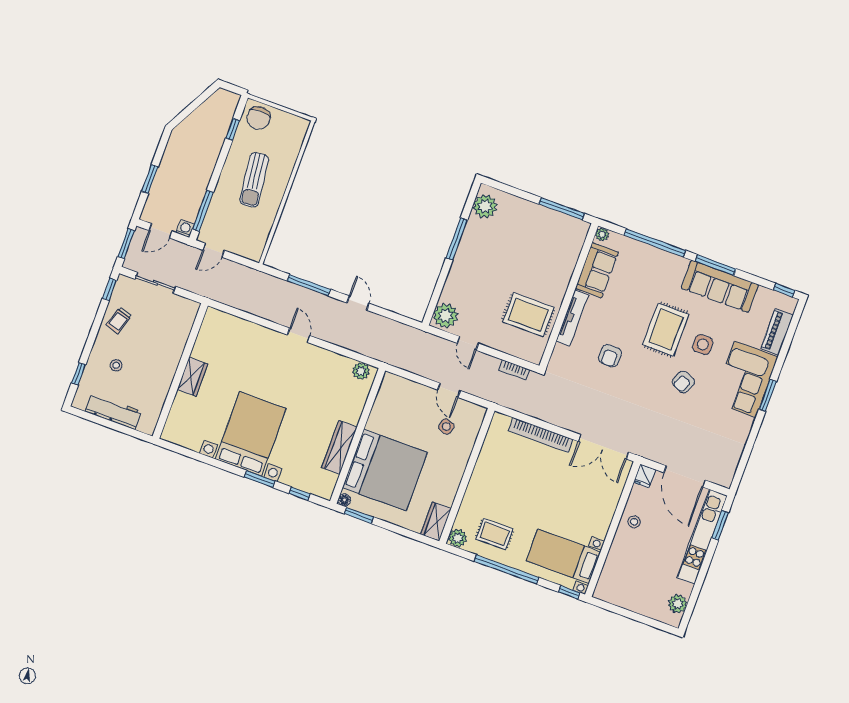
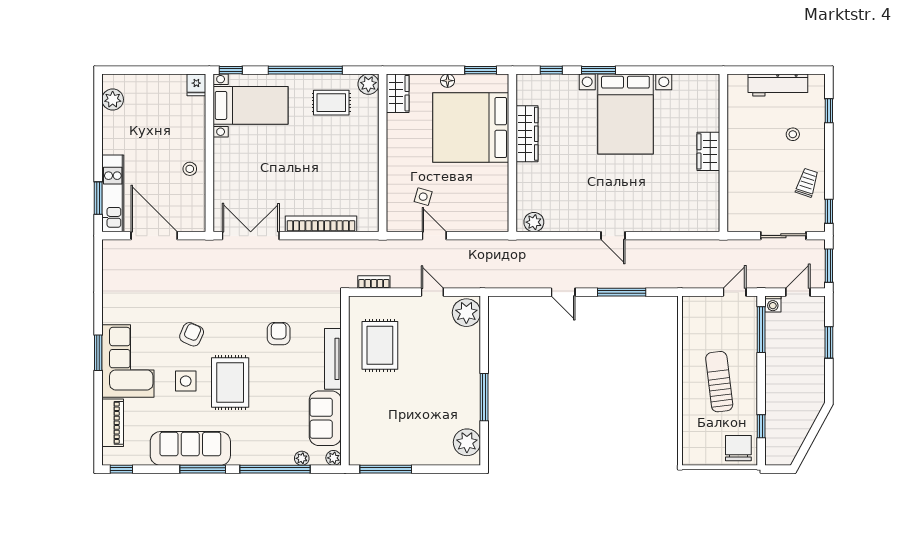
plant: (629, 244) -> (302, 458), added
rug: (528, 315) -> (380, 345), turned 90
fridge: (645, 476) -> (196, 85), moved, turned 180
floor lamp: (344, 500) -> (448, 81), moved
kitchen unit: (702, 537) -> (113, 193), width x0.73

